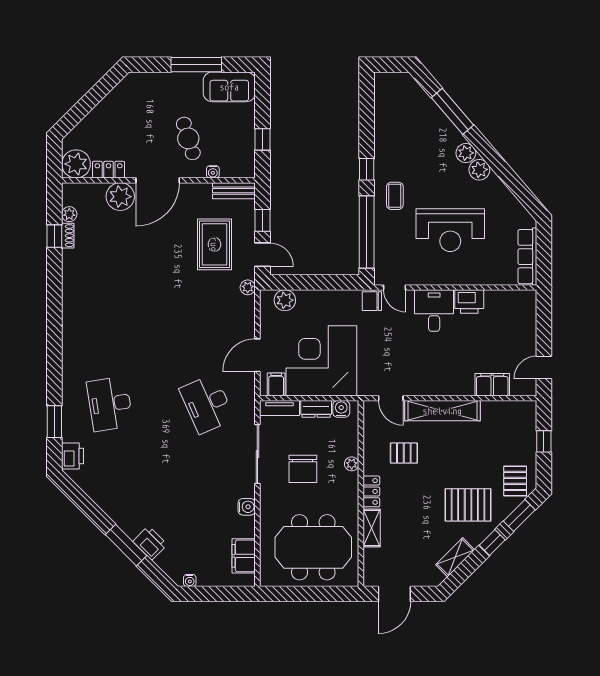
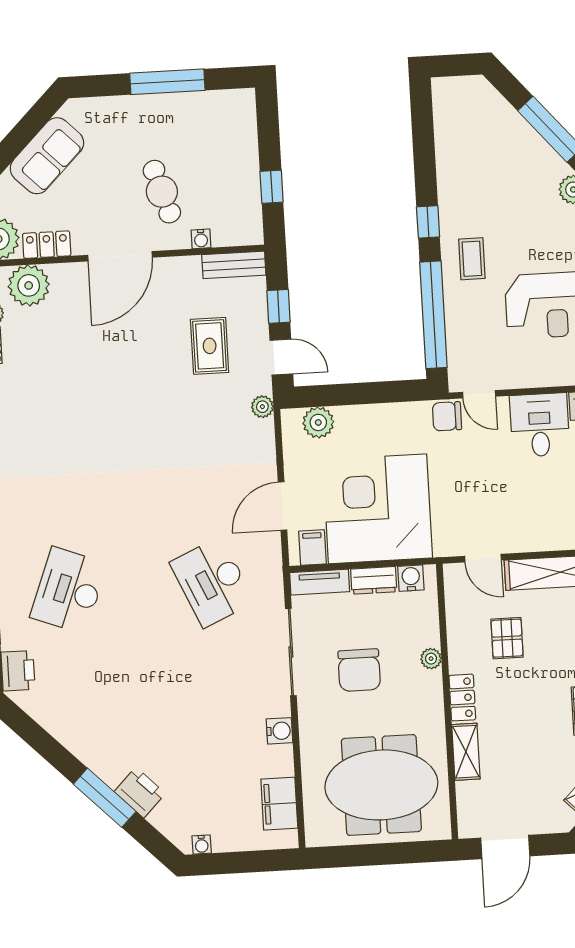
sofa: (229, 87) -> (47, 156), moved, turned -45
plant: (120, 197) -> (29, 285), moved
rug: (214, 244) -> (210, 346), width x0.73, depth x0.70
desk: (110, 404) -> (69, 590), turned 30
pallet: (404, 453) -> (507, 638), turned 90

